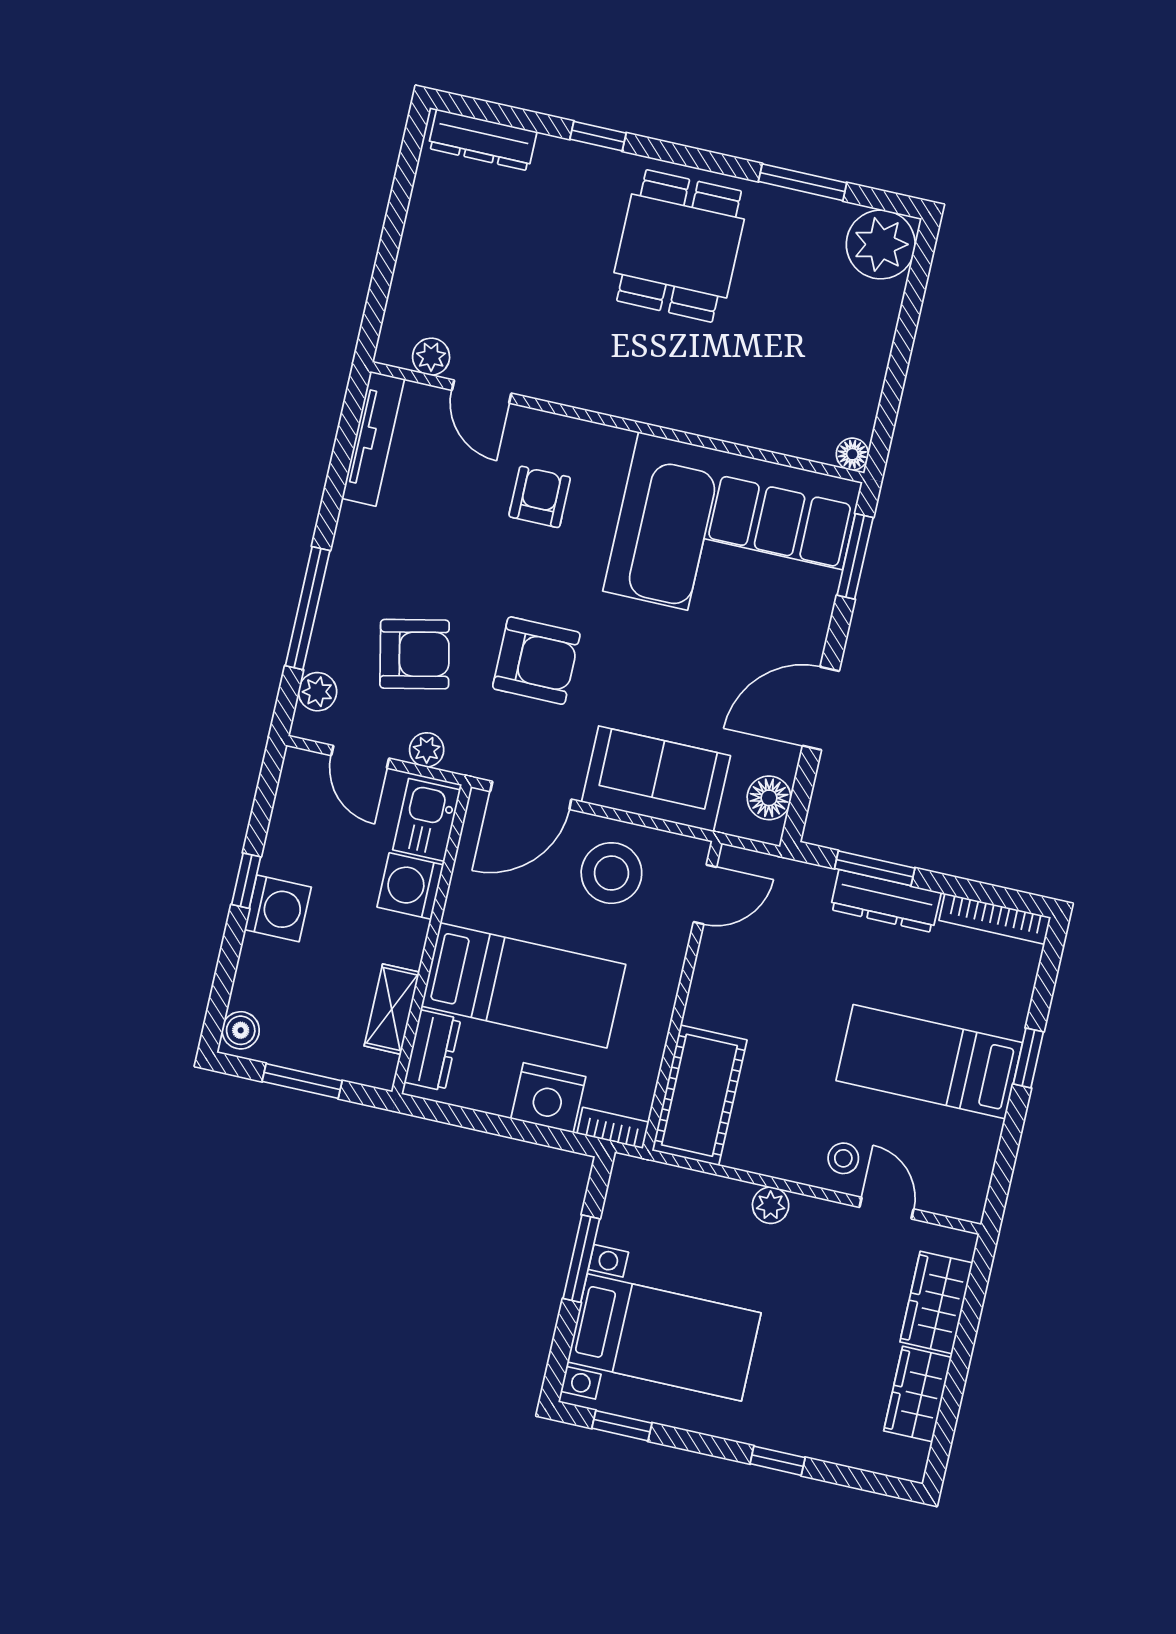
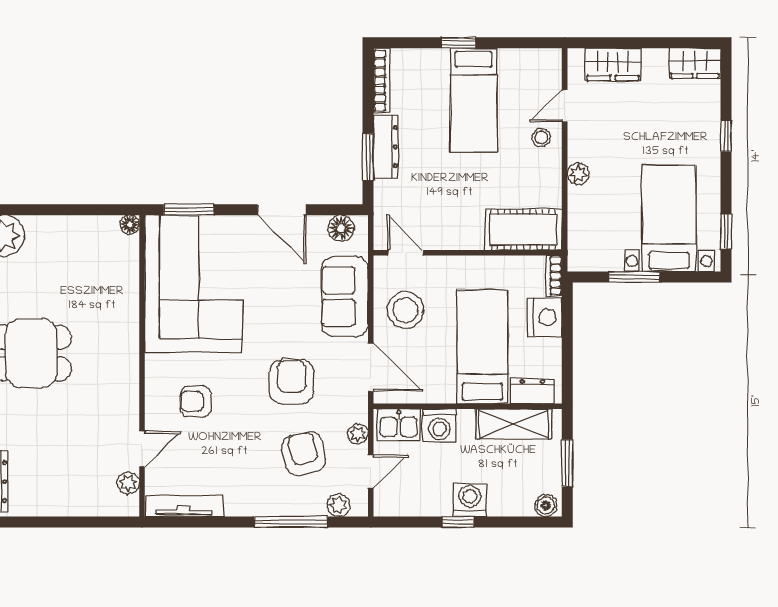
shelving: (392, 1009) -> (514, 424), width x1.50, depth x1.33
wardrobe: (918, 1394) -> (695, 63), moved

